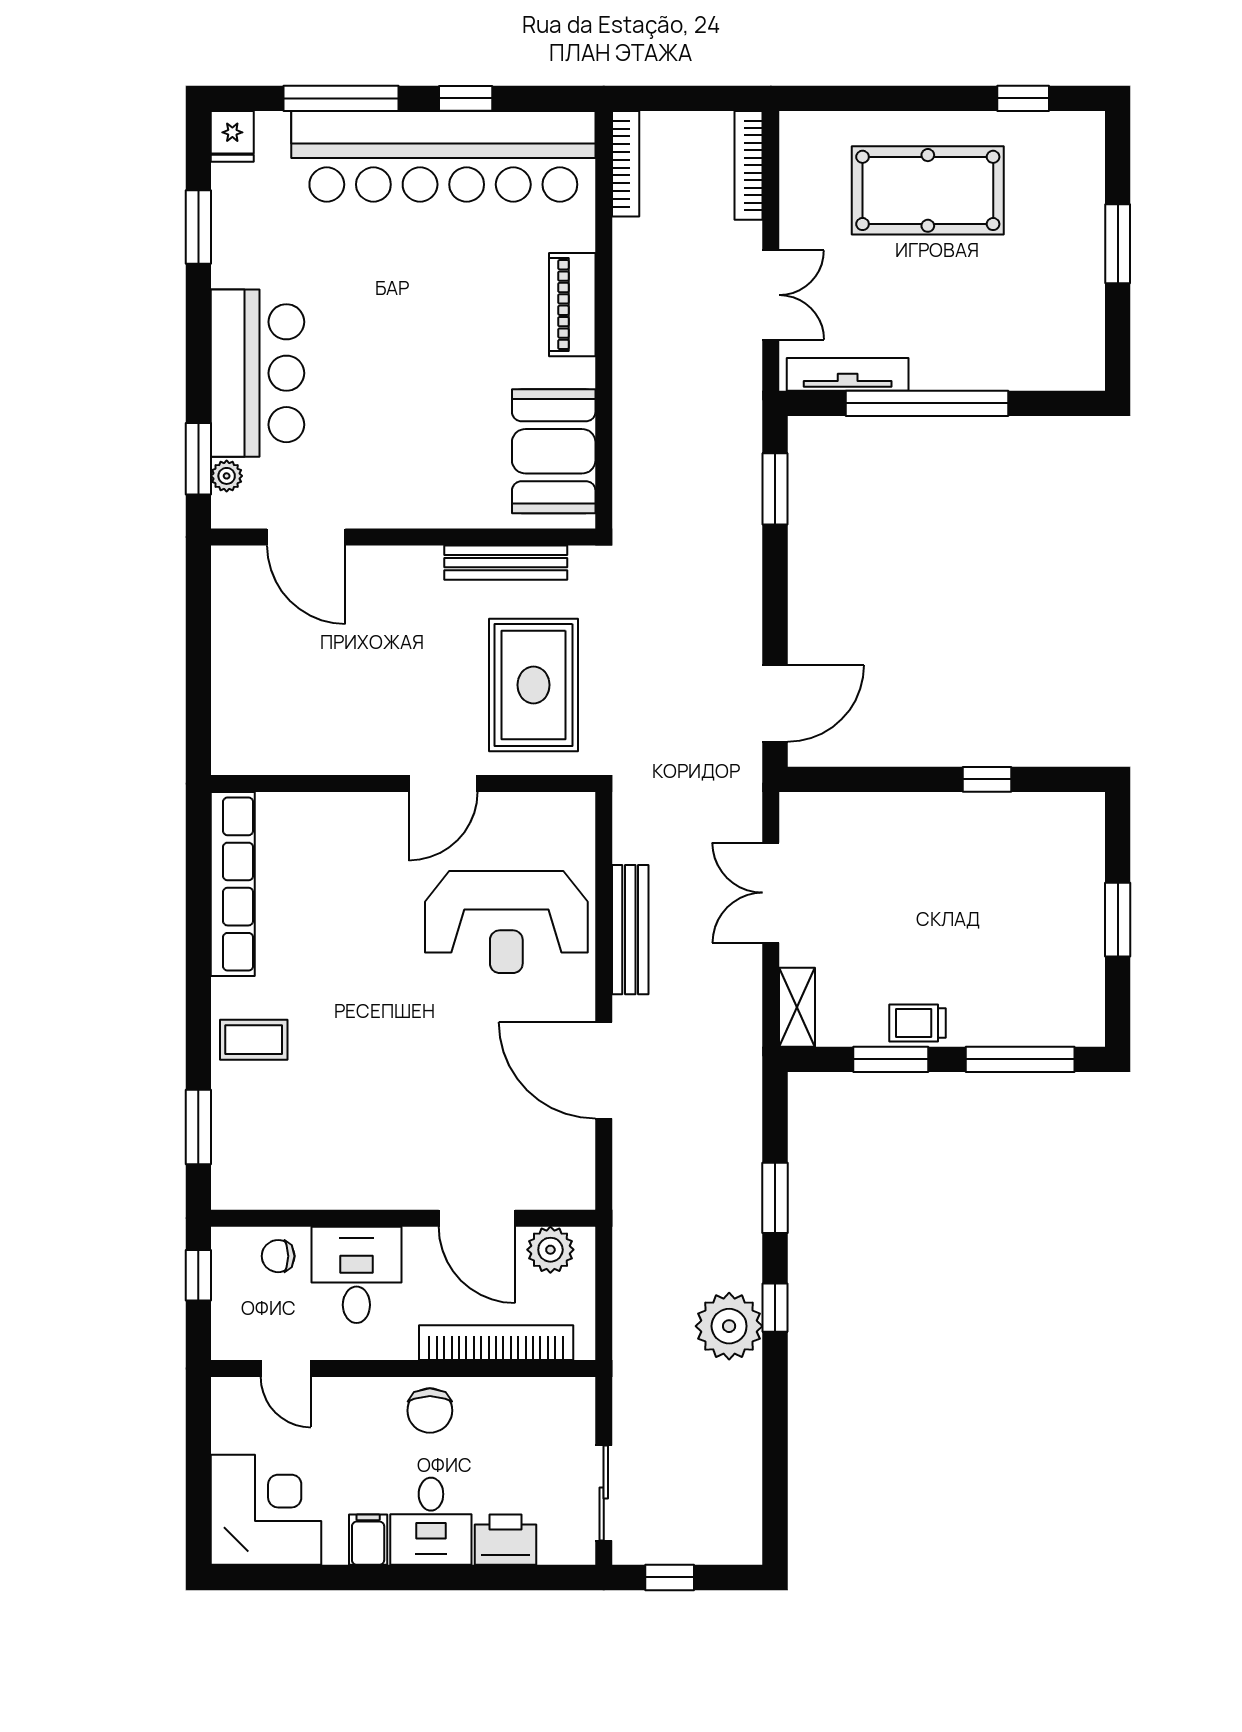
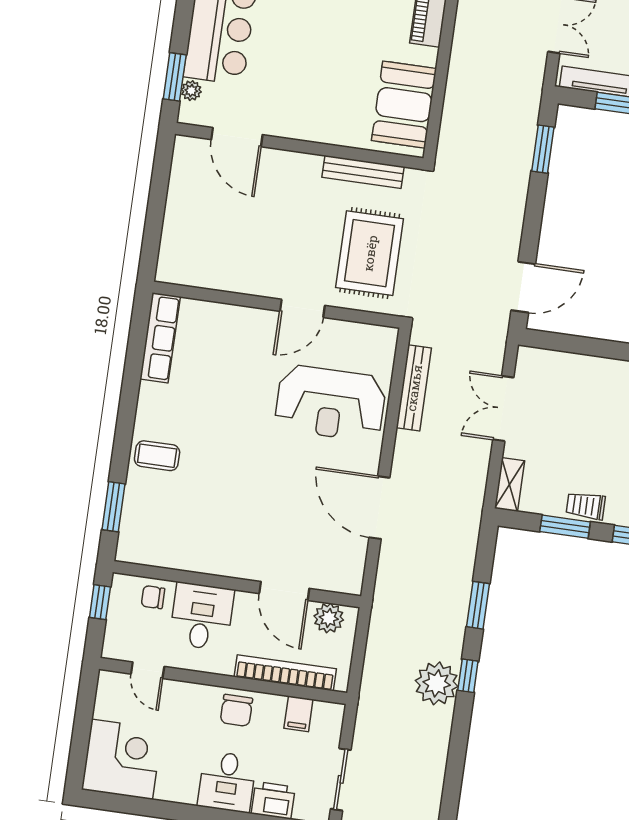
row of seats: (233, 884) -> (160, 338), width x0.73
bench: (630, 930) -> (414, 388), moved
filing cabinet: (368, 1540) -> (298, 714), moved, turned 180

